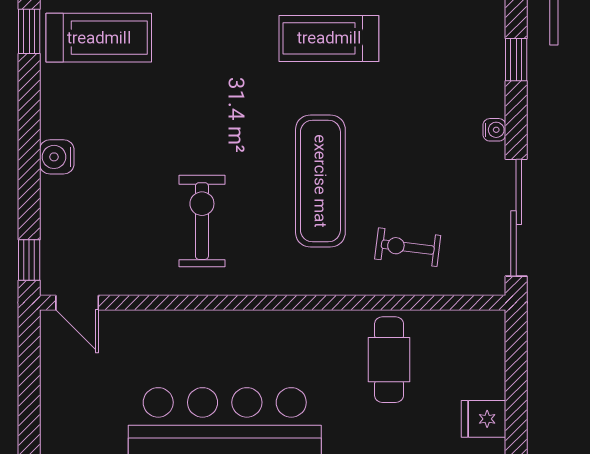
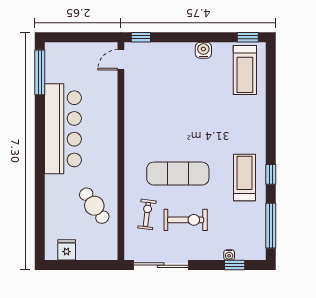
water cooler: (494, 130) -> (229, 255), moved
water cooler: (57, 157) -> (203, 50), moved
exercise bike: (202, 221) -> (186, 220), moved
cafe table: (389, 360) -> (94, 206), turned 55

